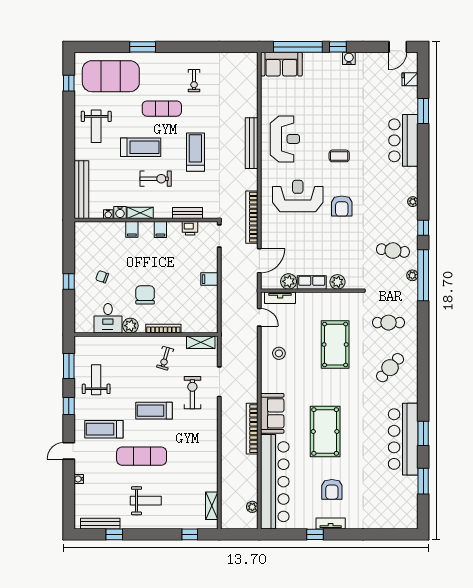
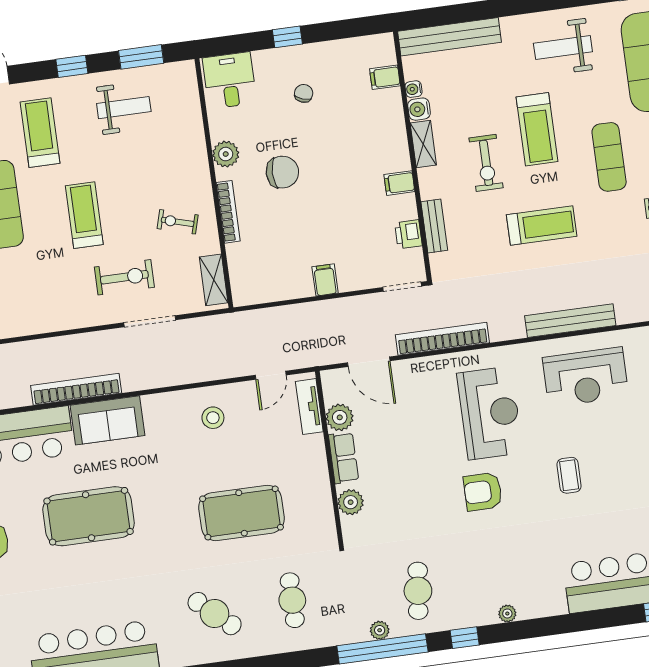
filing cabinet: (132, 229) -> (385, 77), moved
desk: (108, 318) -> (230, 80), moved, turned 90

